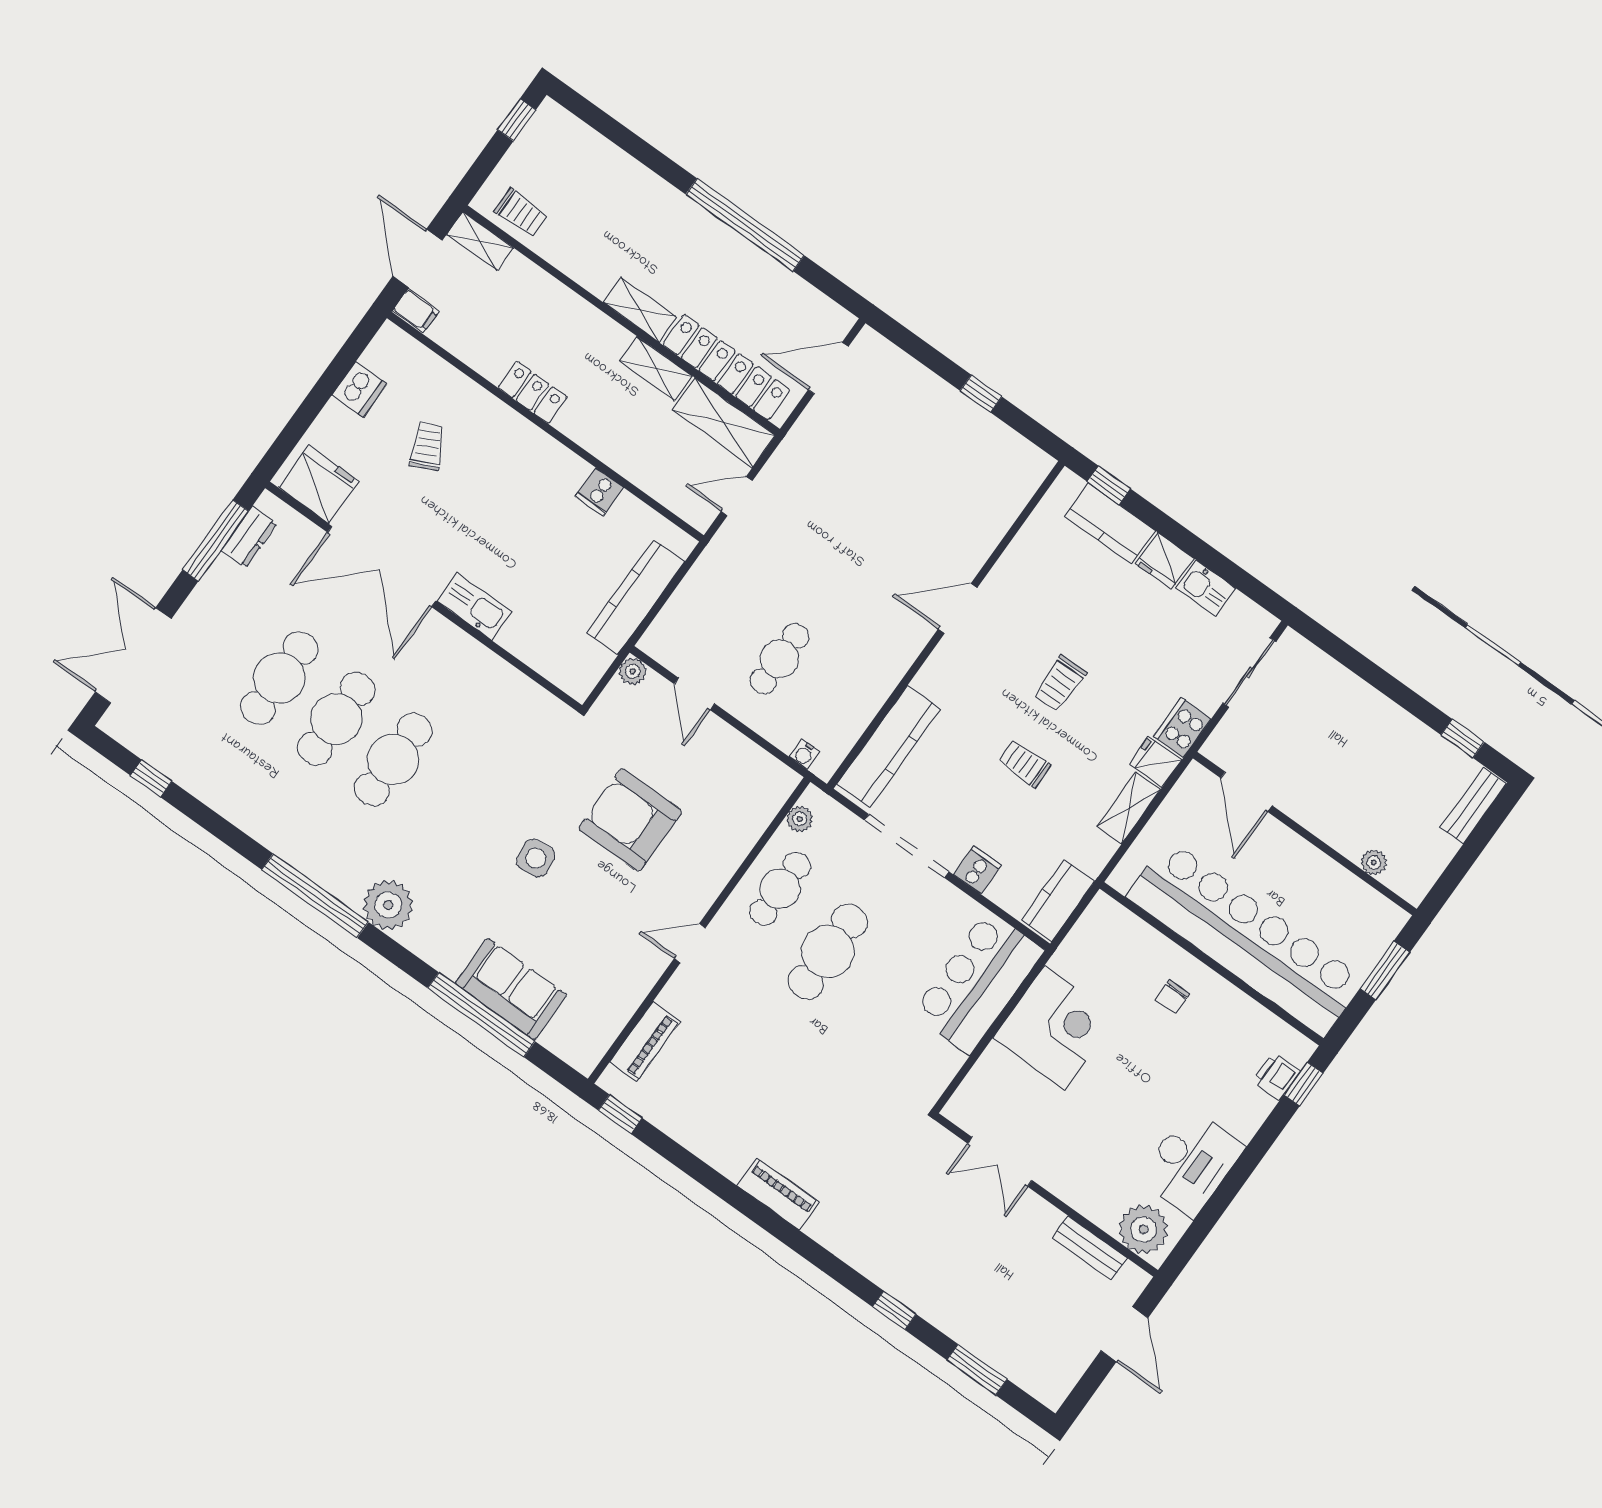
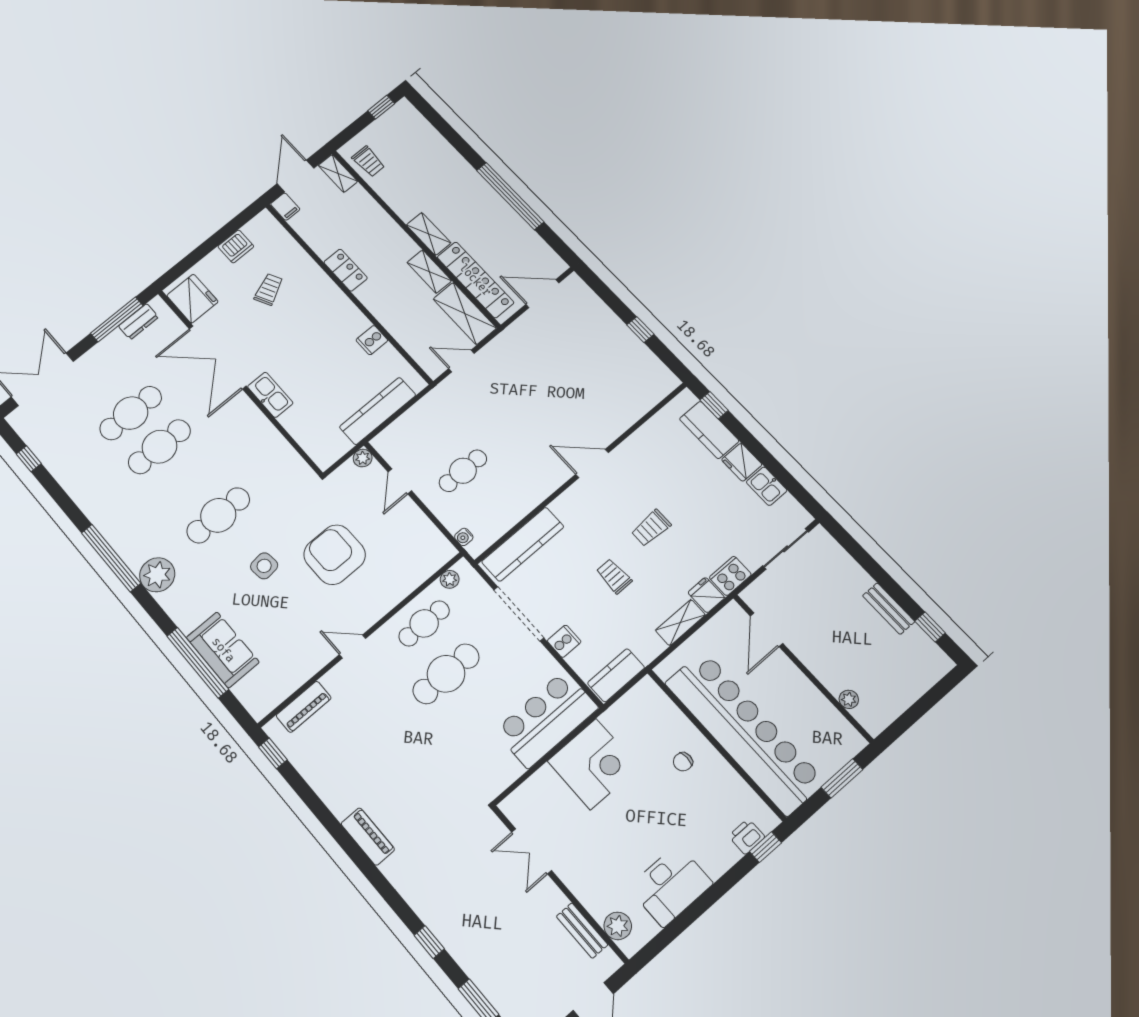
cafe table: (393, 760) -> (218, 515), moved
bench: (1473, 806) -> (889, 609), moved, turned 90
plant: (1143, 1229) -> (618, 926), width x0.73, depth x0.73

